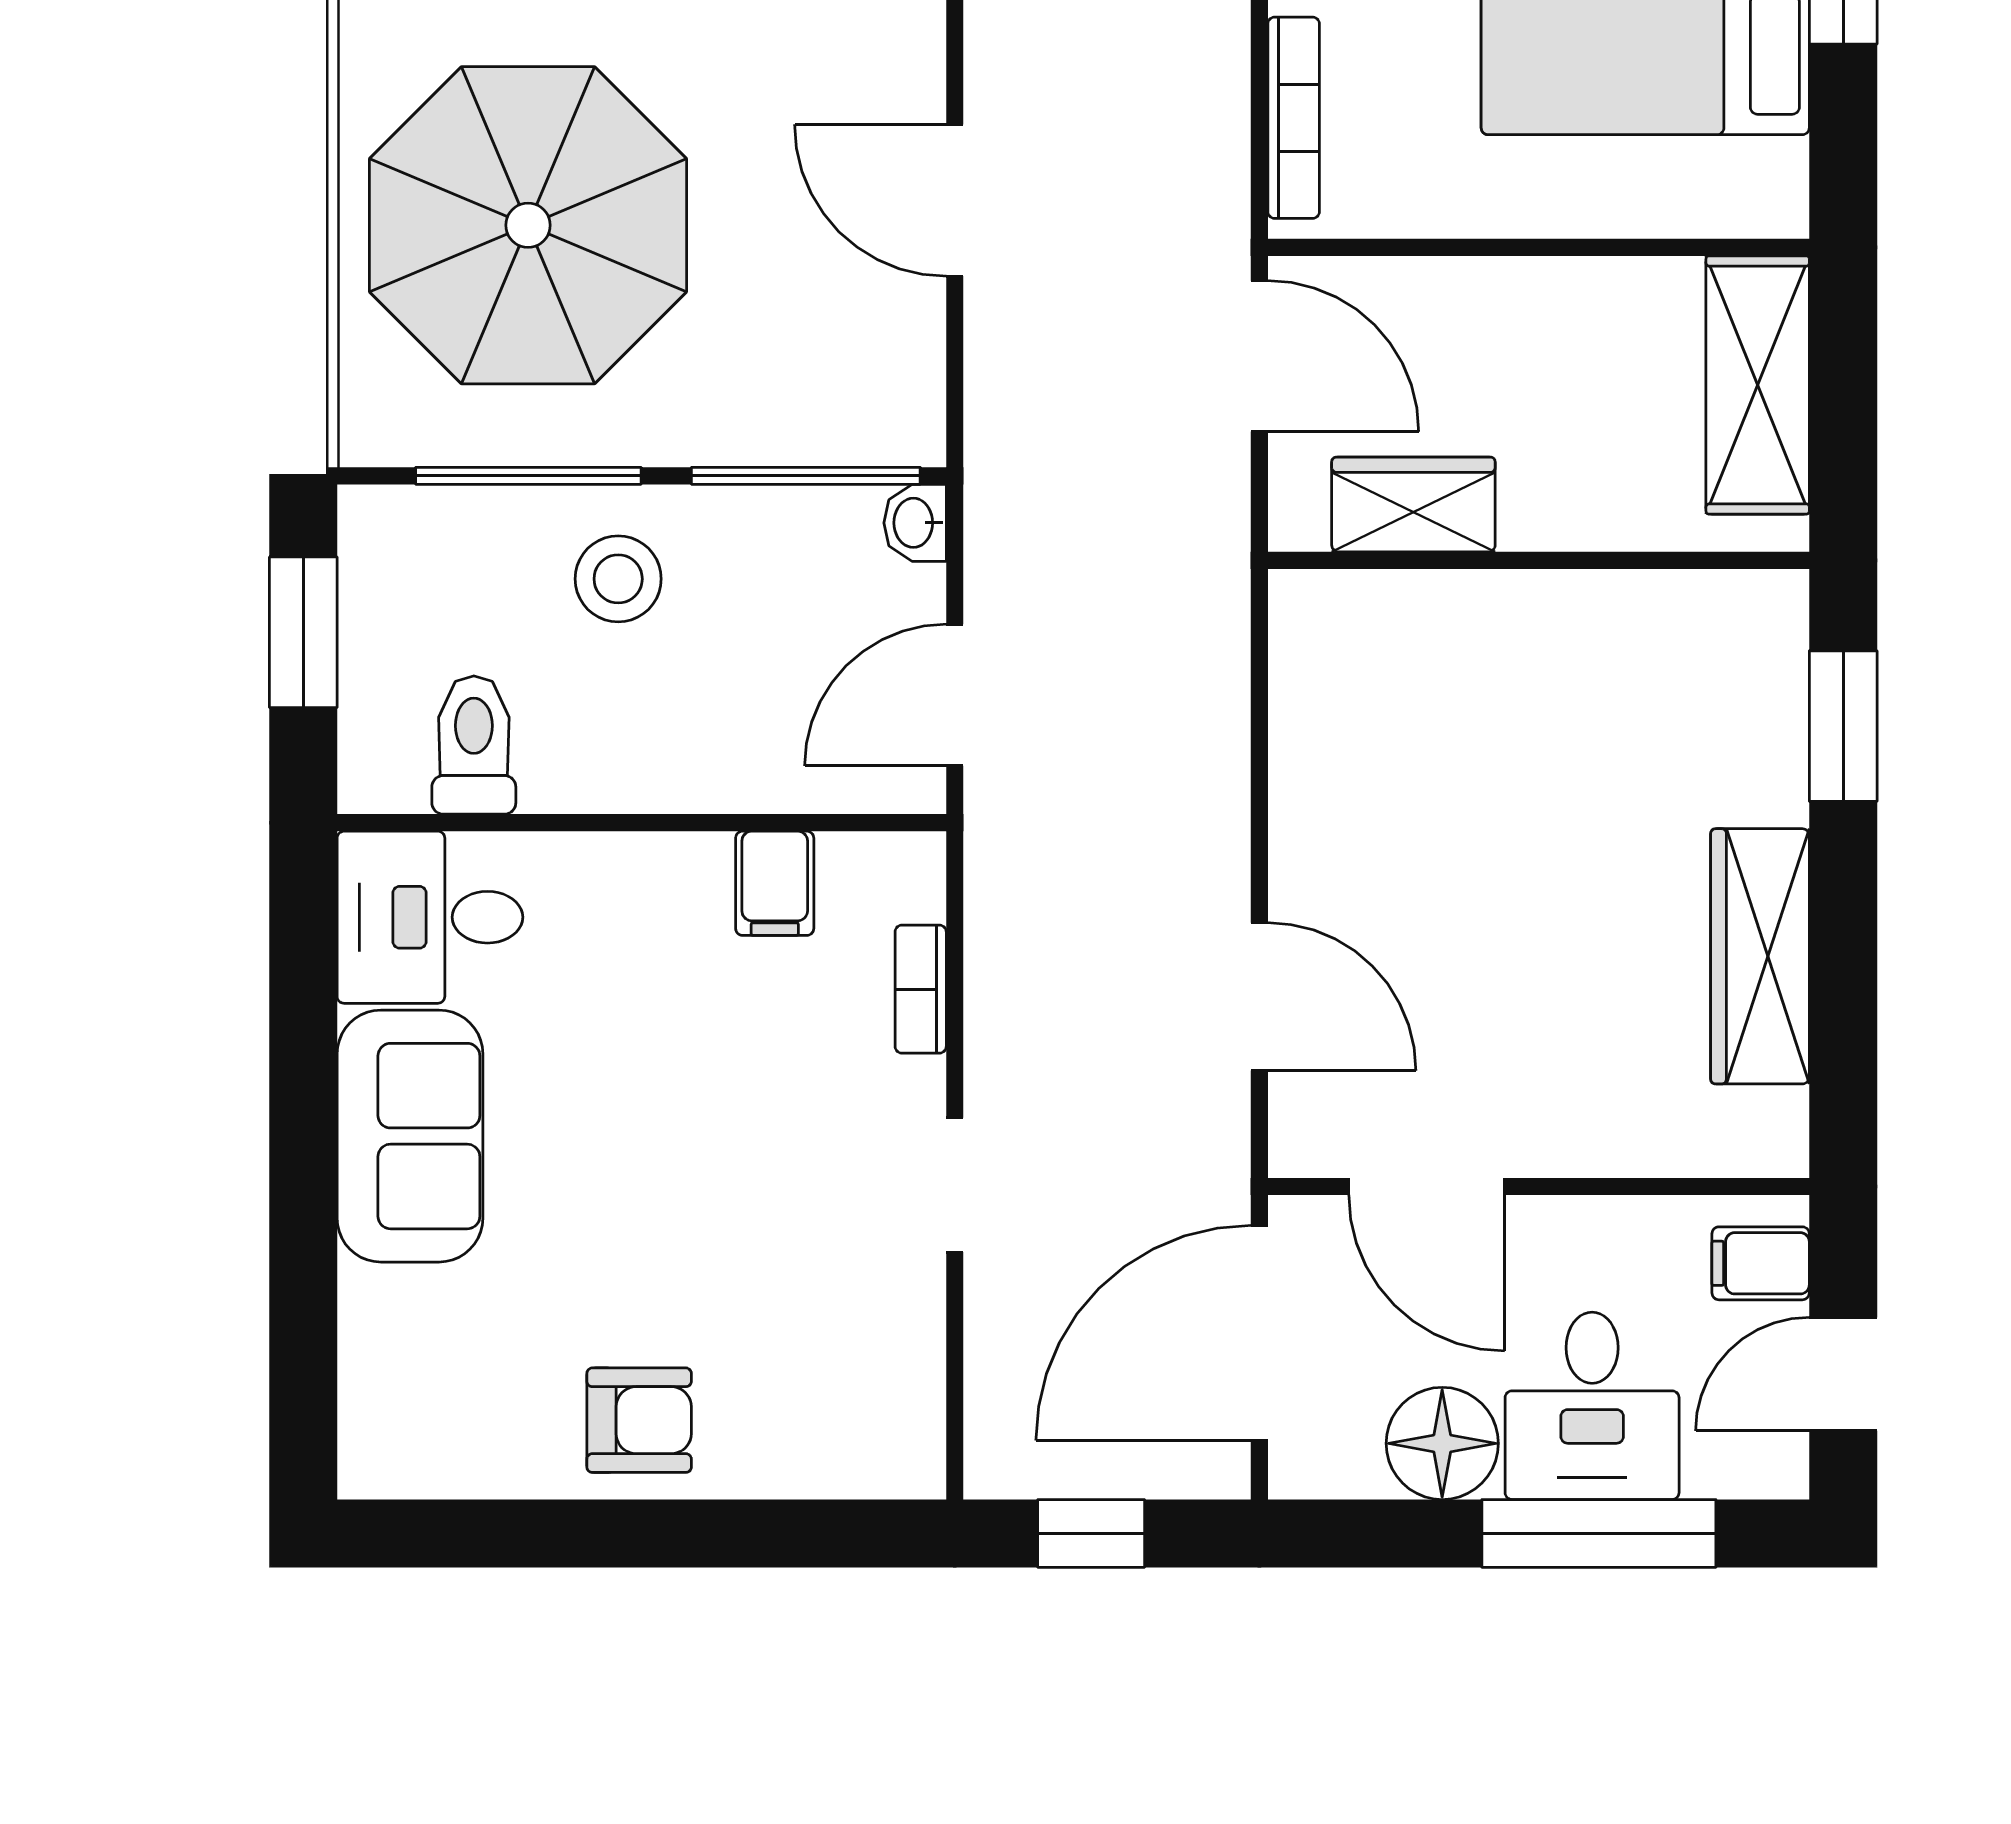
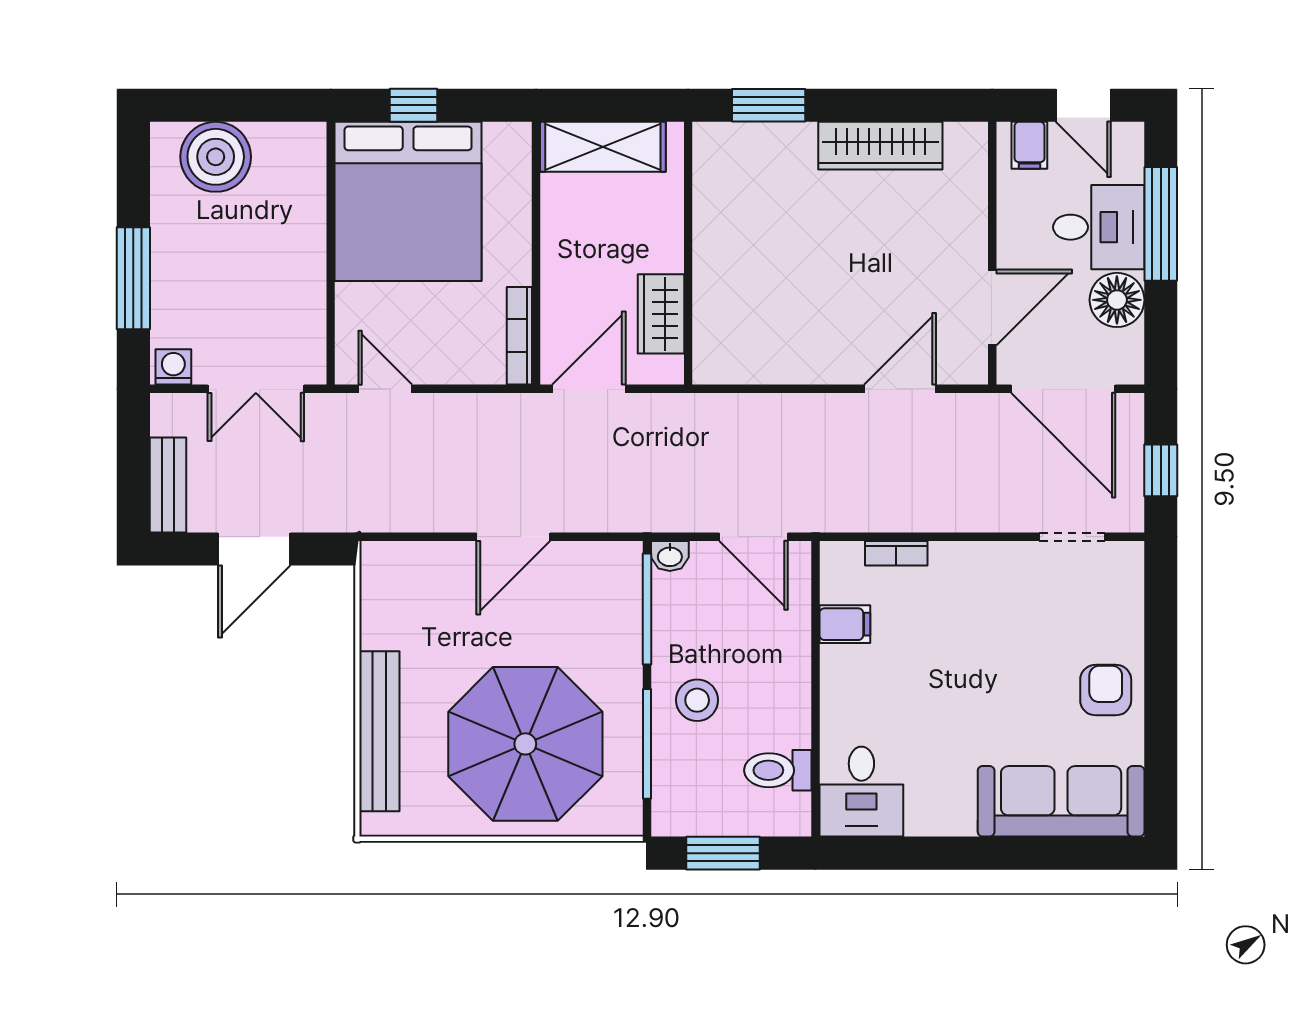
bookcase: (1294, 118) -> (519, 336), moved, turned -90
sofa: (410, 1136) -> (1061, 801), moved, width x1.36
doorway: (955, 1185) -> (1072, 537), moved

